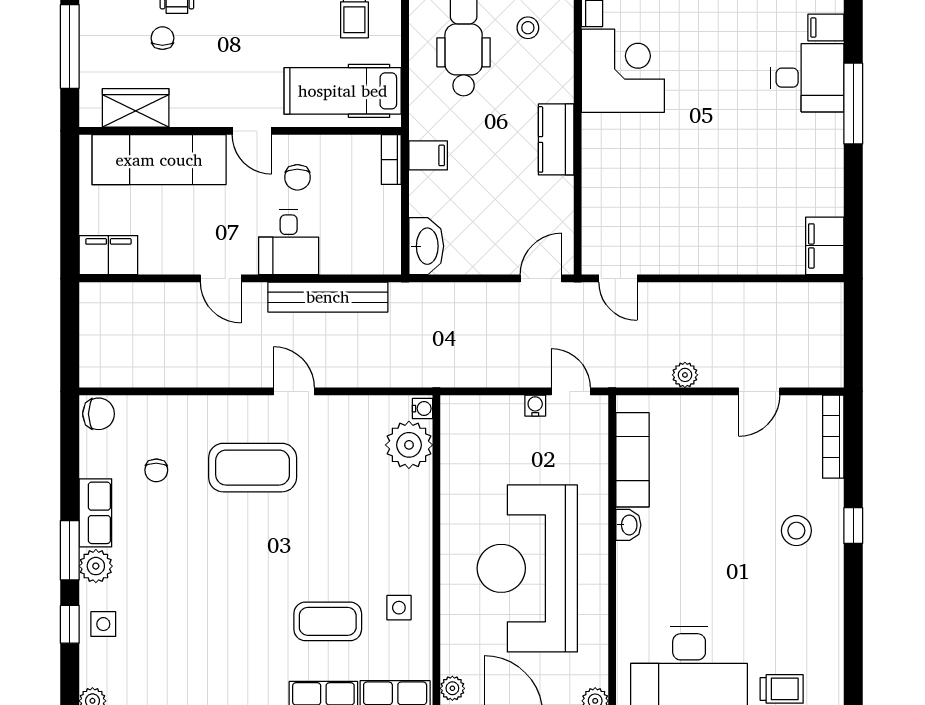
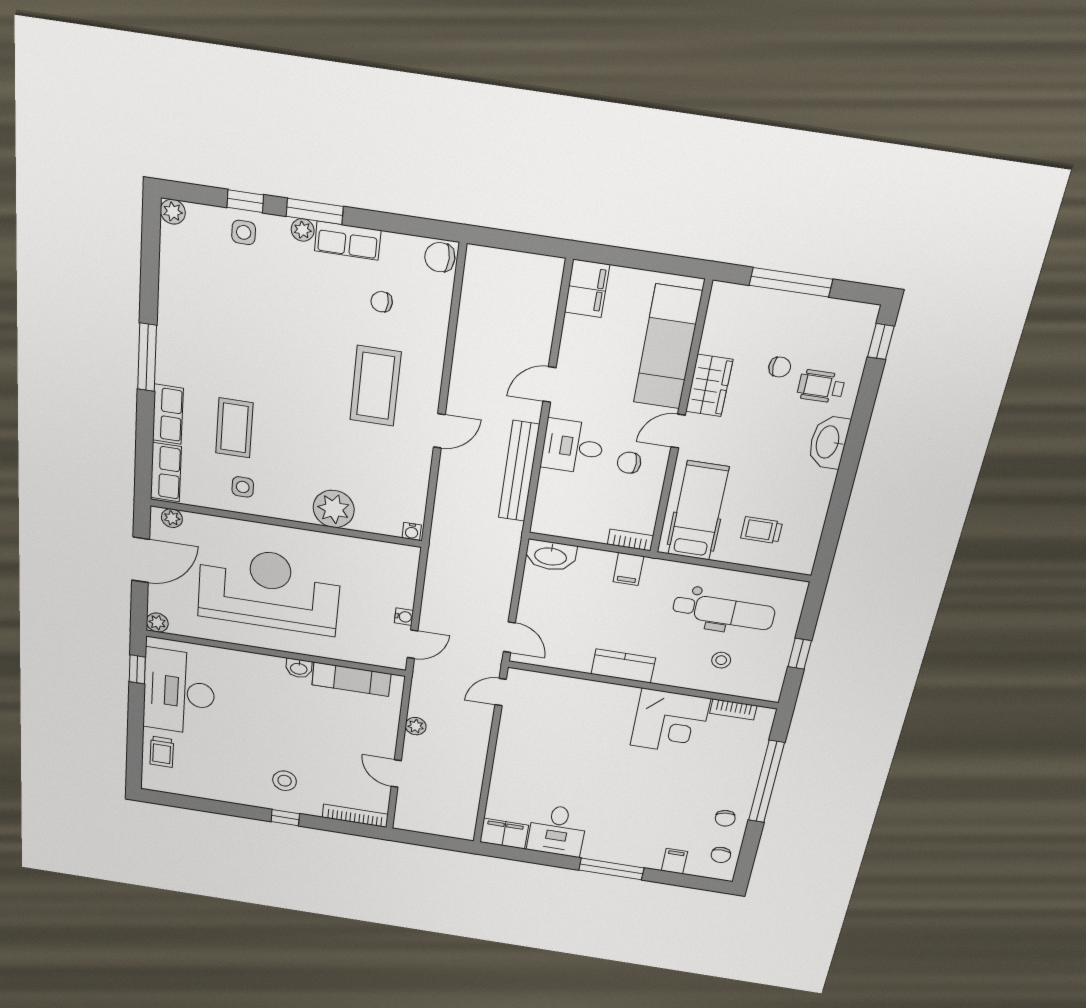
desk: (807, 78) -> (557, 830), moved
wardrobe: (136, 108) -> (709, 385), moved
chair: (99, 414) -> (440, 257), turned 90
plant: (409, 445) -> (334, 509), moved
plant: (96, 566) -> (303, 230), width x0.73, depth x0.73

